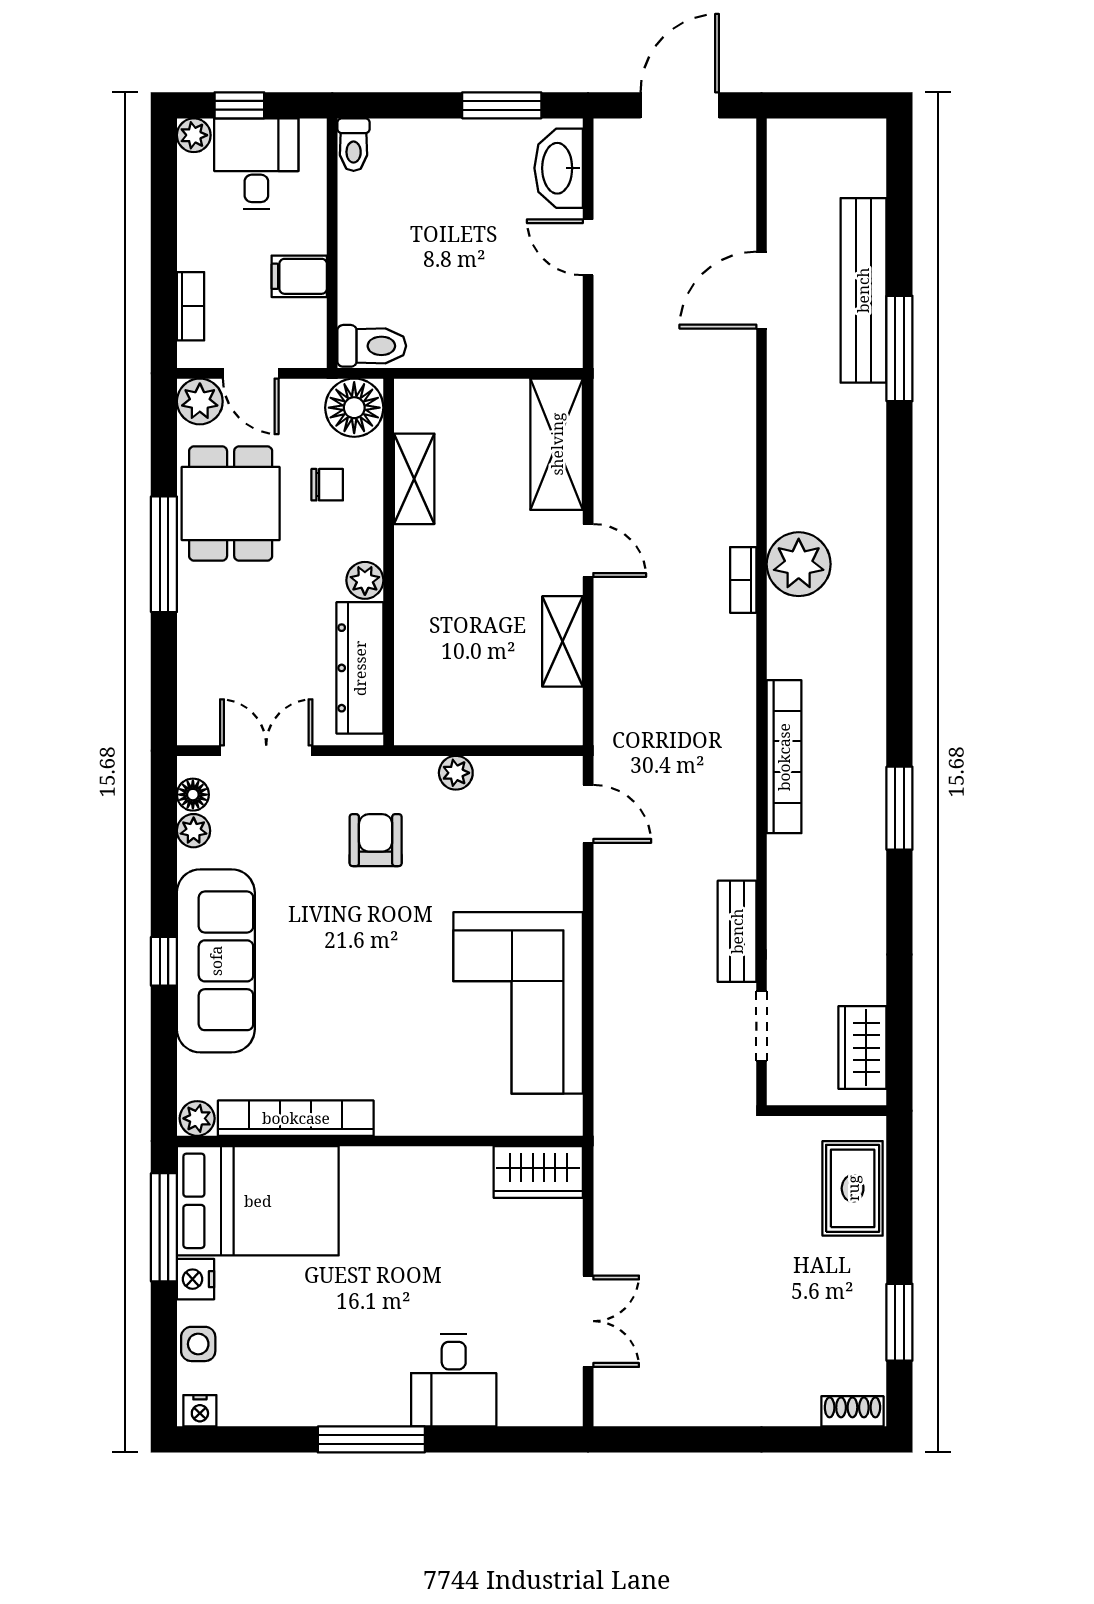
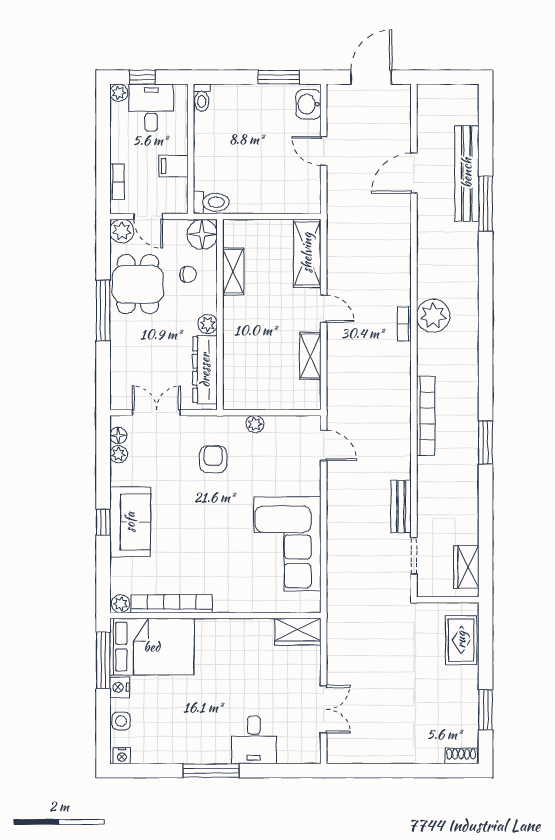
washbasin: (559, 168) -> (308, 104), width x0.72
sofa: (216, 961) -> (130, 522), width x0.73

